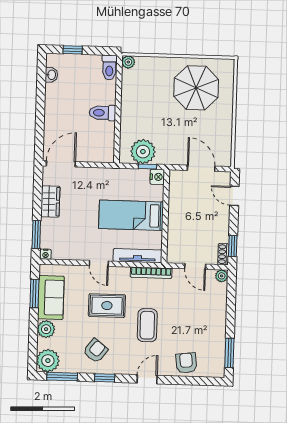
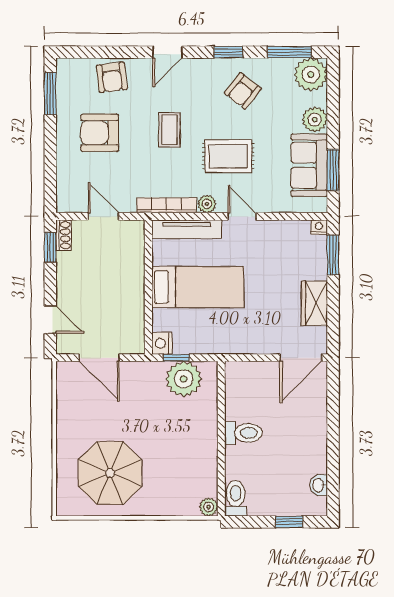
plant: (222, 276) -> (207, 204), moved
coffee table: (147, 325) -> (170, 130), width x0.73, depth x0.77
armchair: (196, 325) -> (100, 133), added

